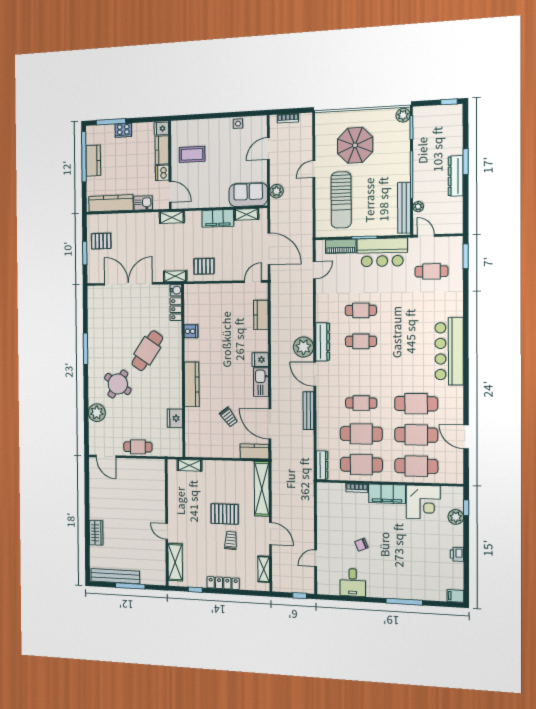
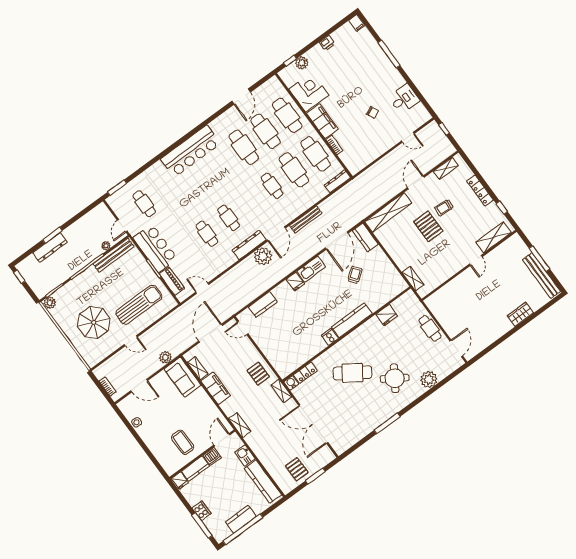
dresser: (456, 176) -> (50, 247), moved
cooker: (191, 331) -> (330, 337), moved

